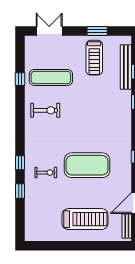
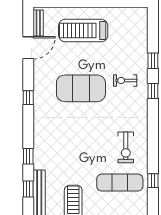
exercise bike: (45, 110) -> (126, 147), turned -90

